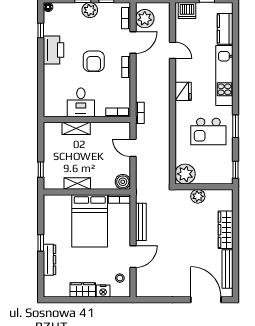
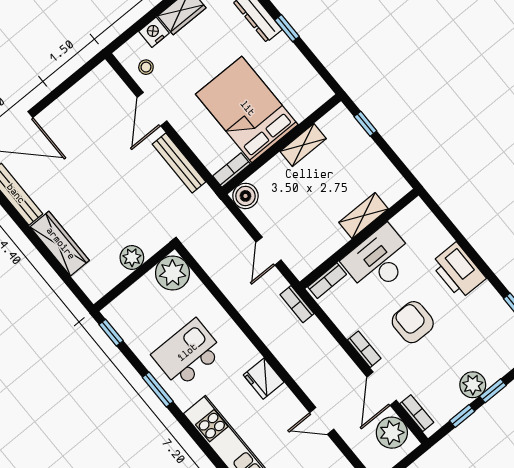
printer: (54, 50) -> (458, 271), moved
desk: (81, 102) -> (379, 260), width x1.37
door: (133, 148) -> (269, 251), swing flipped

